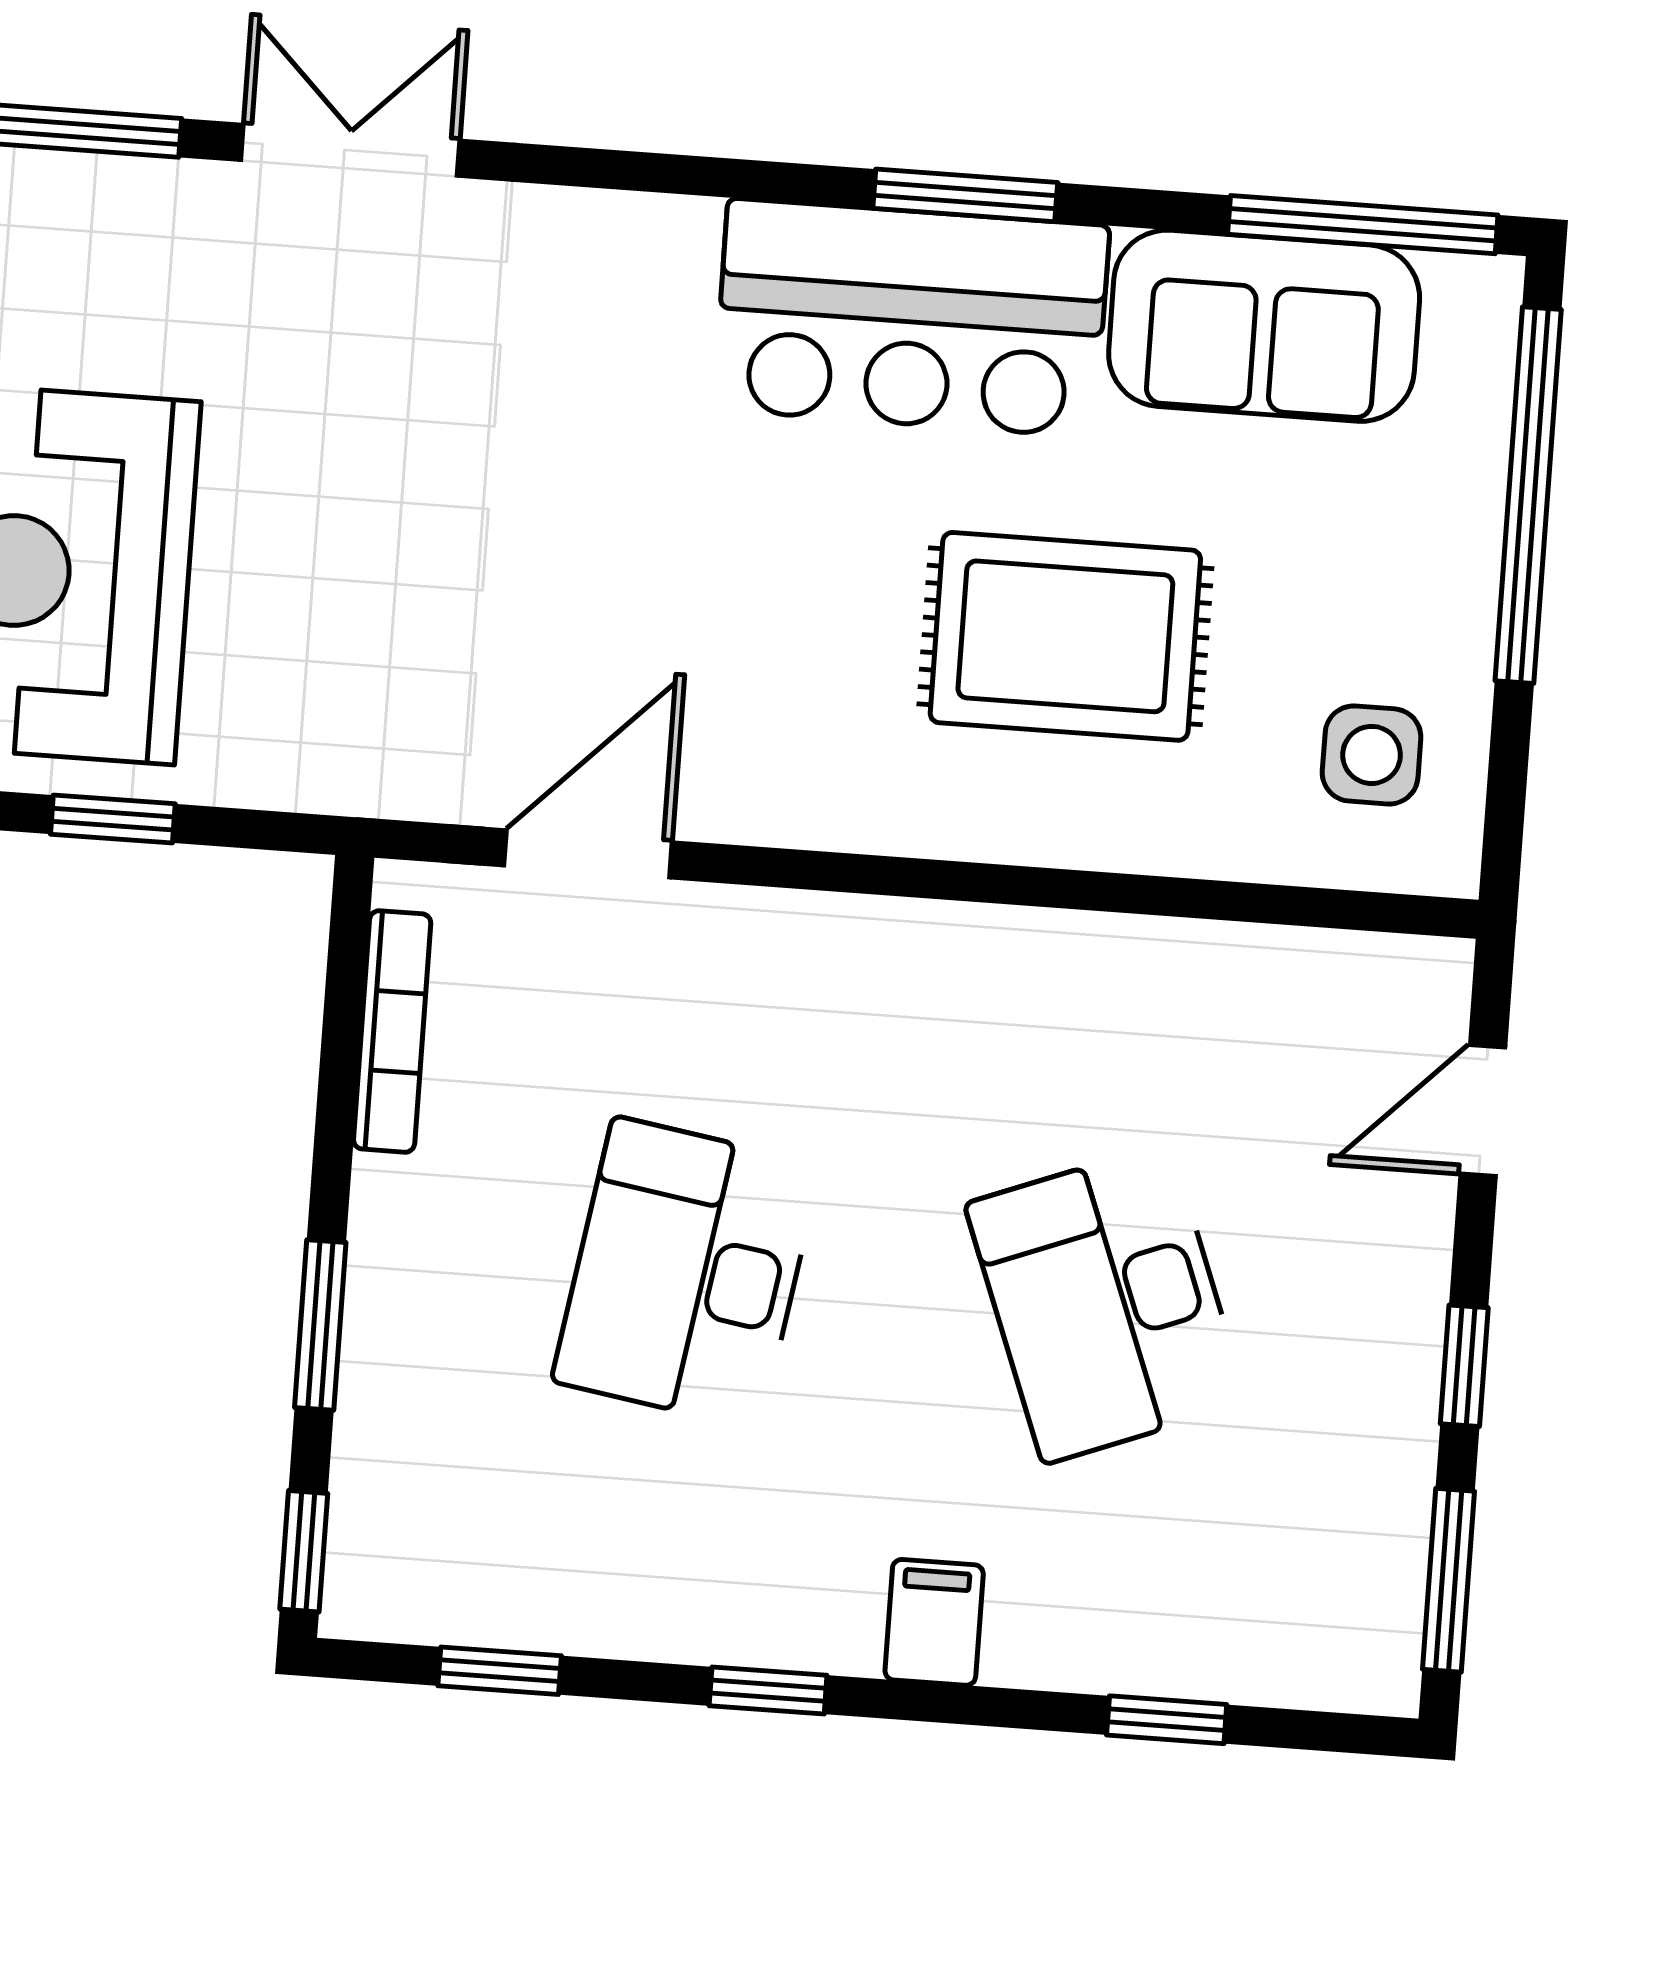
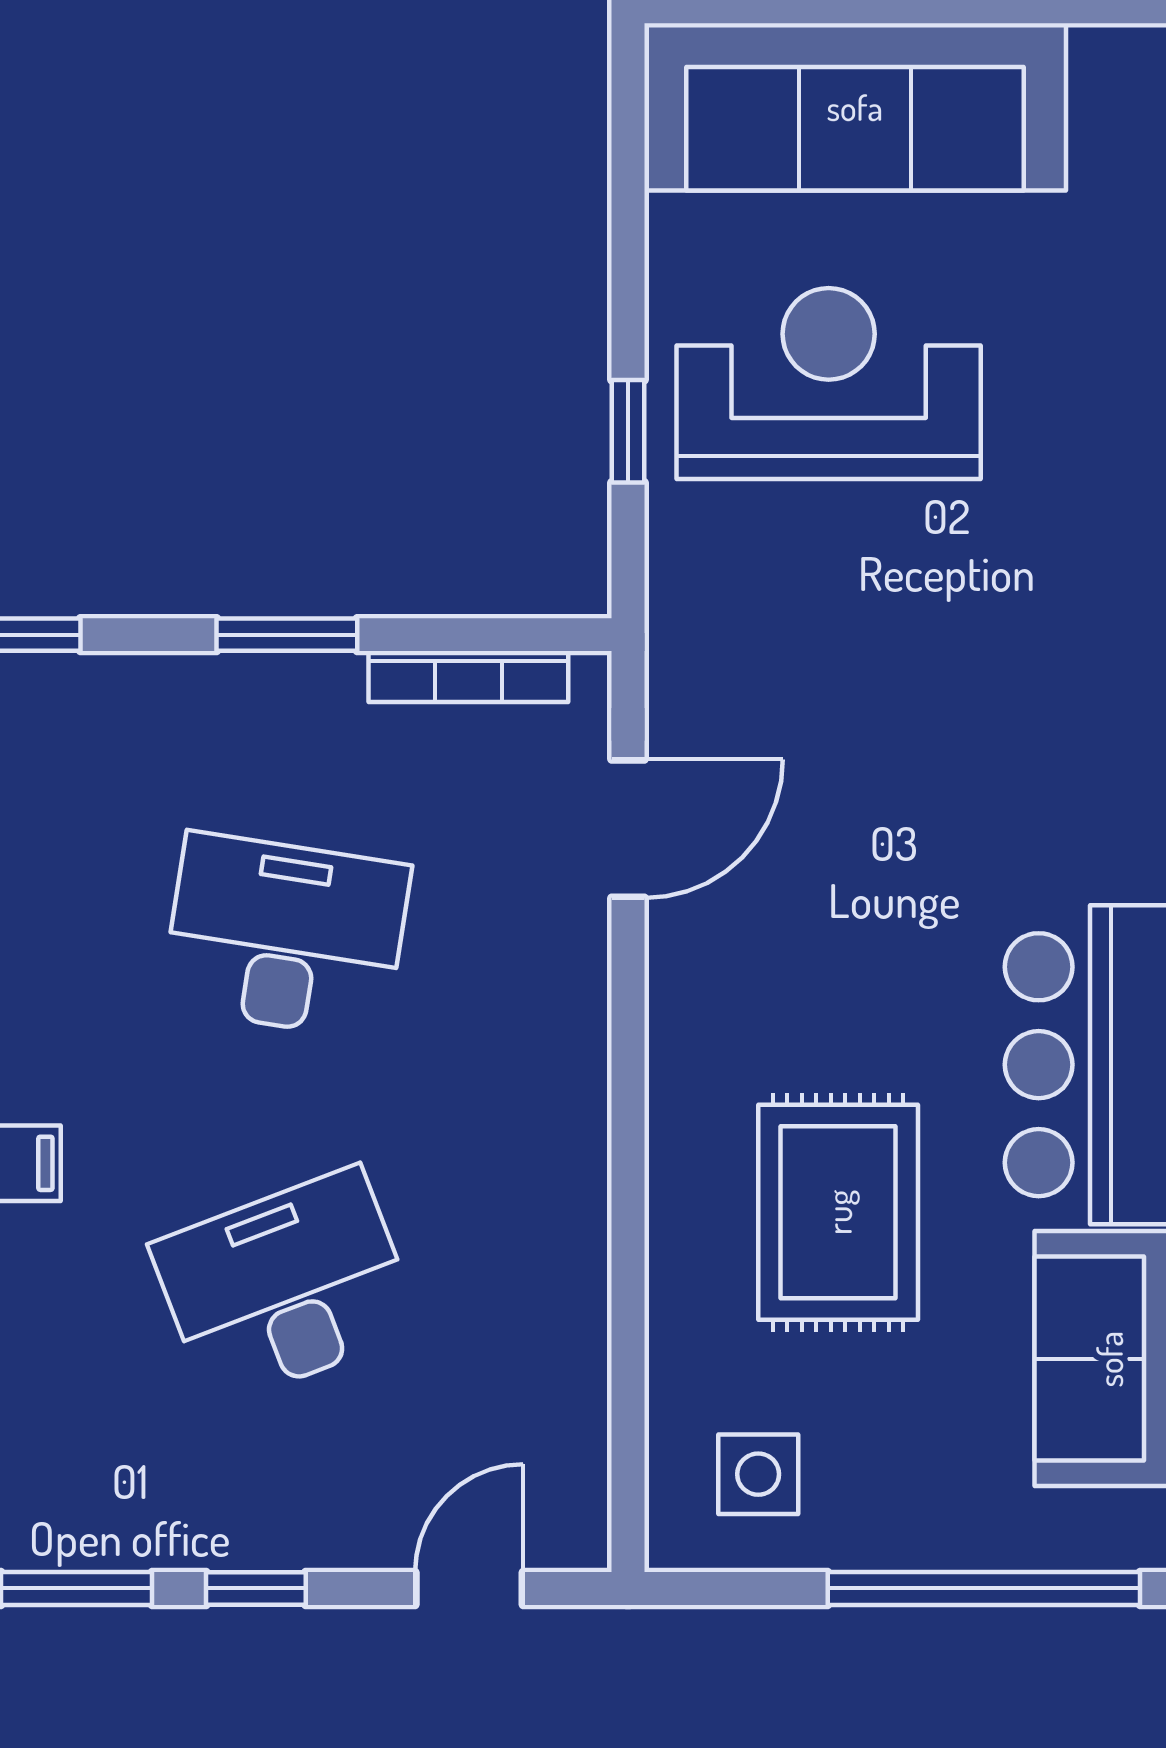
door: (588, 854) -> (628, 829), hinge flipped
door: (1483, 1111) -> (469, 1588), hinge flipped
window: (320, 1325) -> (287, 635), moved

